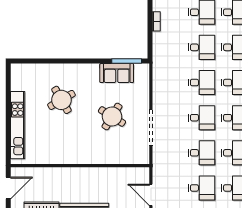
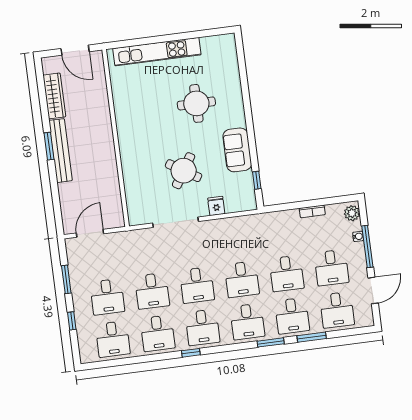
window: (127, 61) -> (257, 180), width x0.46
sofa: (117, 73) -> (237, 150), moved
fridge: (142, 95) -> (216, 206), added
round table: (61, 100) -> (196, 103), turned 30

